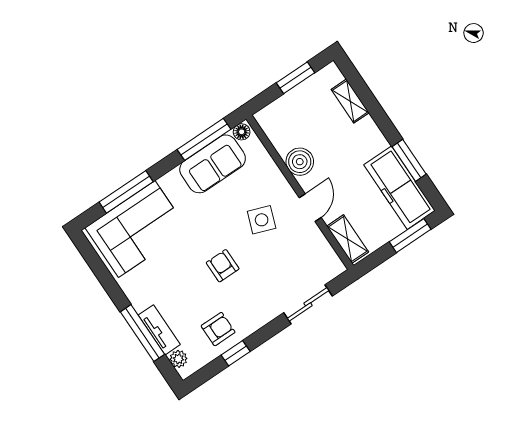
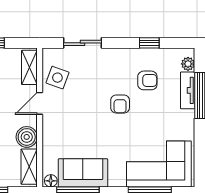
shelving: (275, 131) -> (29, 167), added
side table: (262, 220) -> (57, 78), moved
armchair: (218, 329) -> (147, 80), moved, turned 180

